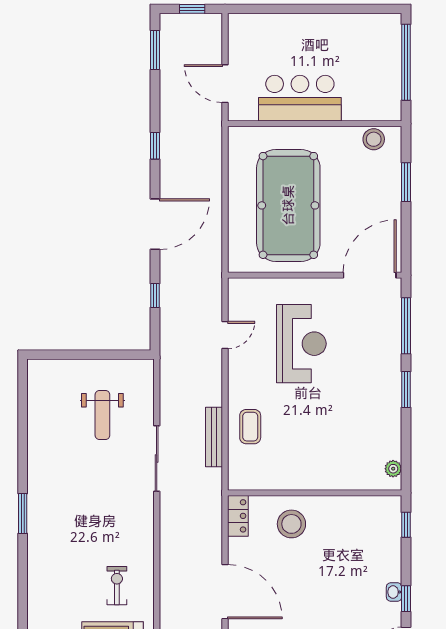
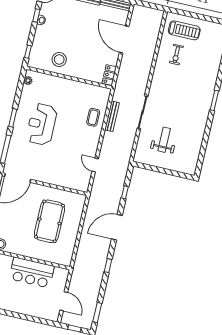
door: (225, 84) -> (64, 301), moved
pool table: (288, 205) -> (49, 221), width x0.73, depth x0.76
door: (225, 335) -> (95, 165), hinge flipped
reception desk: (301, 344) -> (42, 124), moved
stool: (291, 524) -> (59, 59), moved

